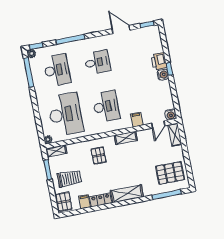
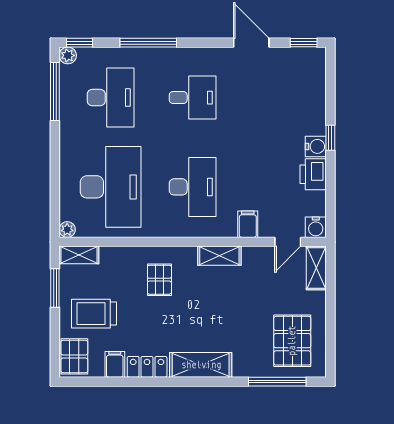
printer: (159, 61) -> (313, 174), moved
pallet: (170, 173) -> (292, 341), turned 90
trolley: (69, 179) -> (94, 314), turned 180

